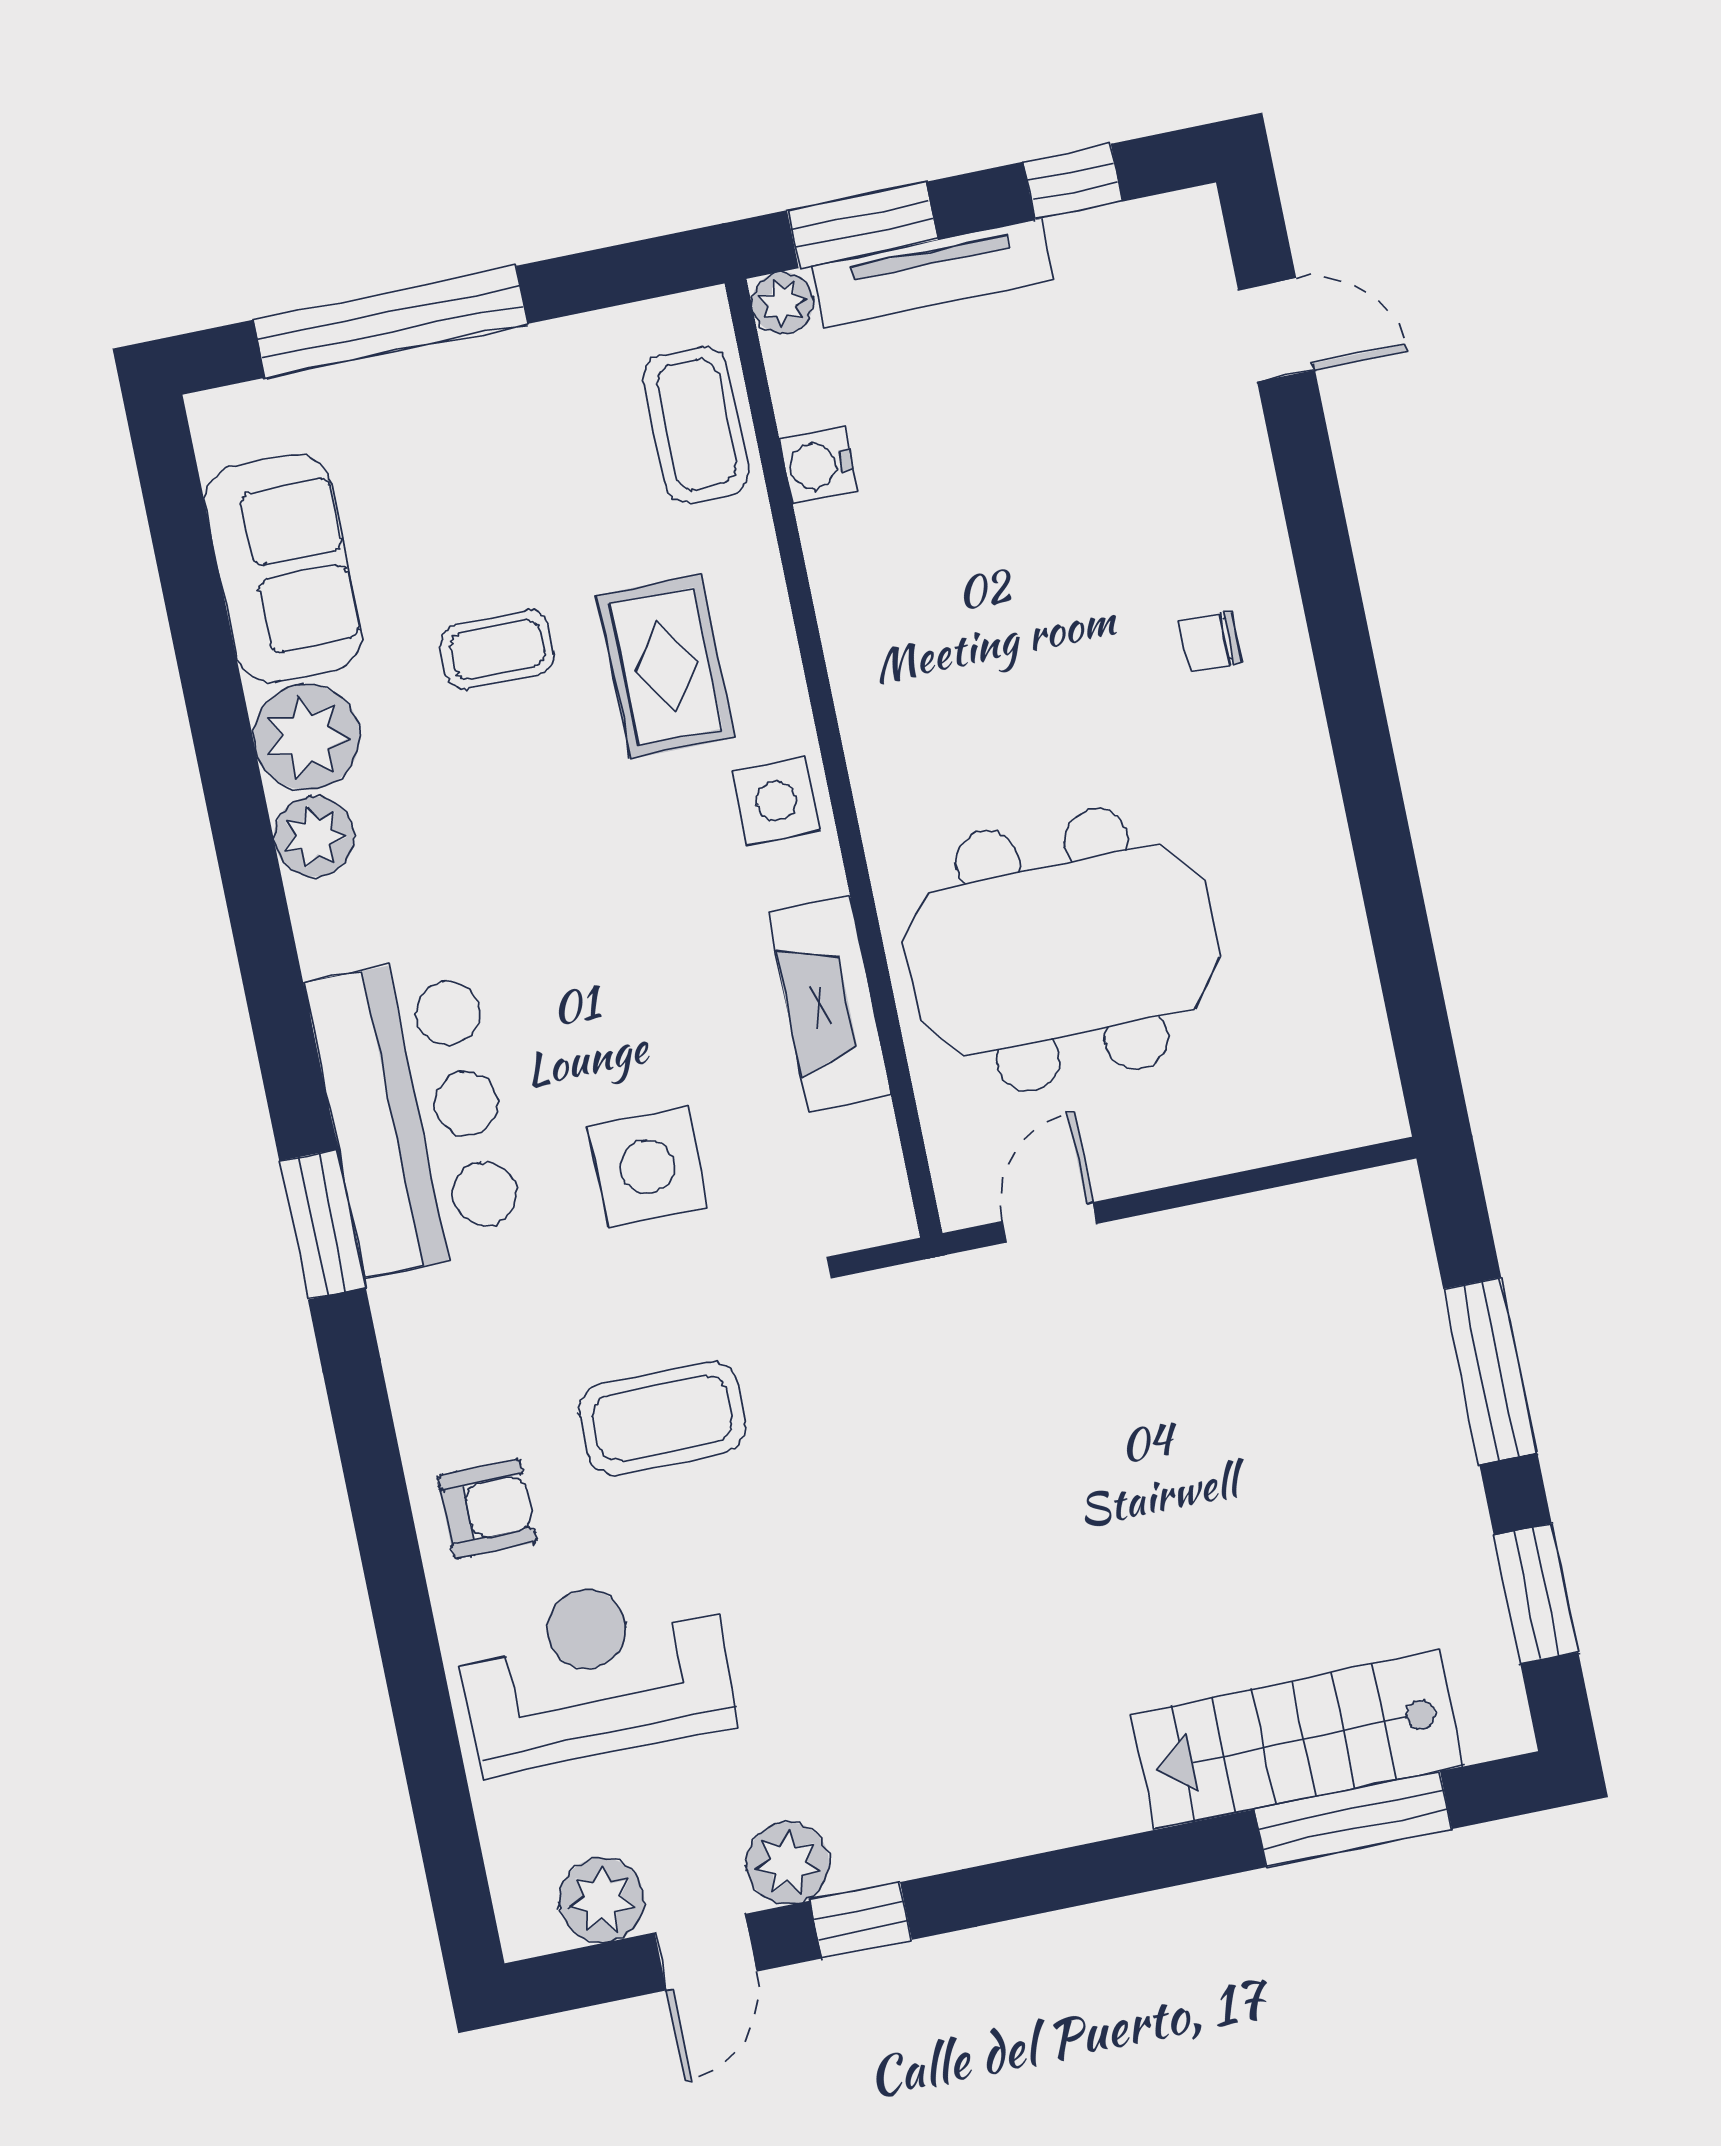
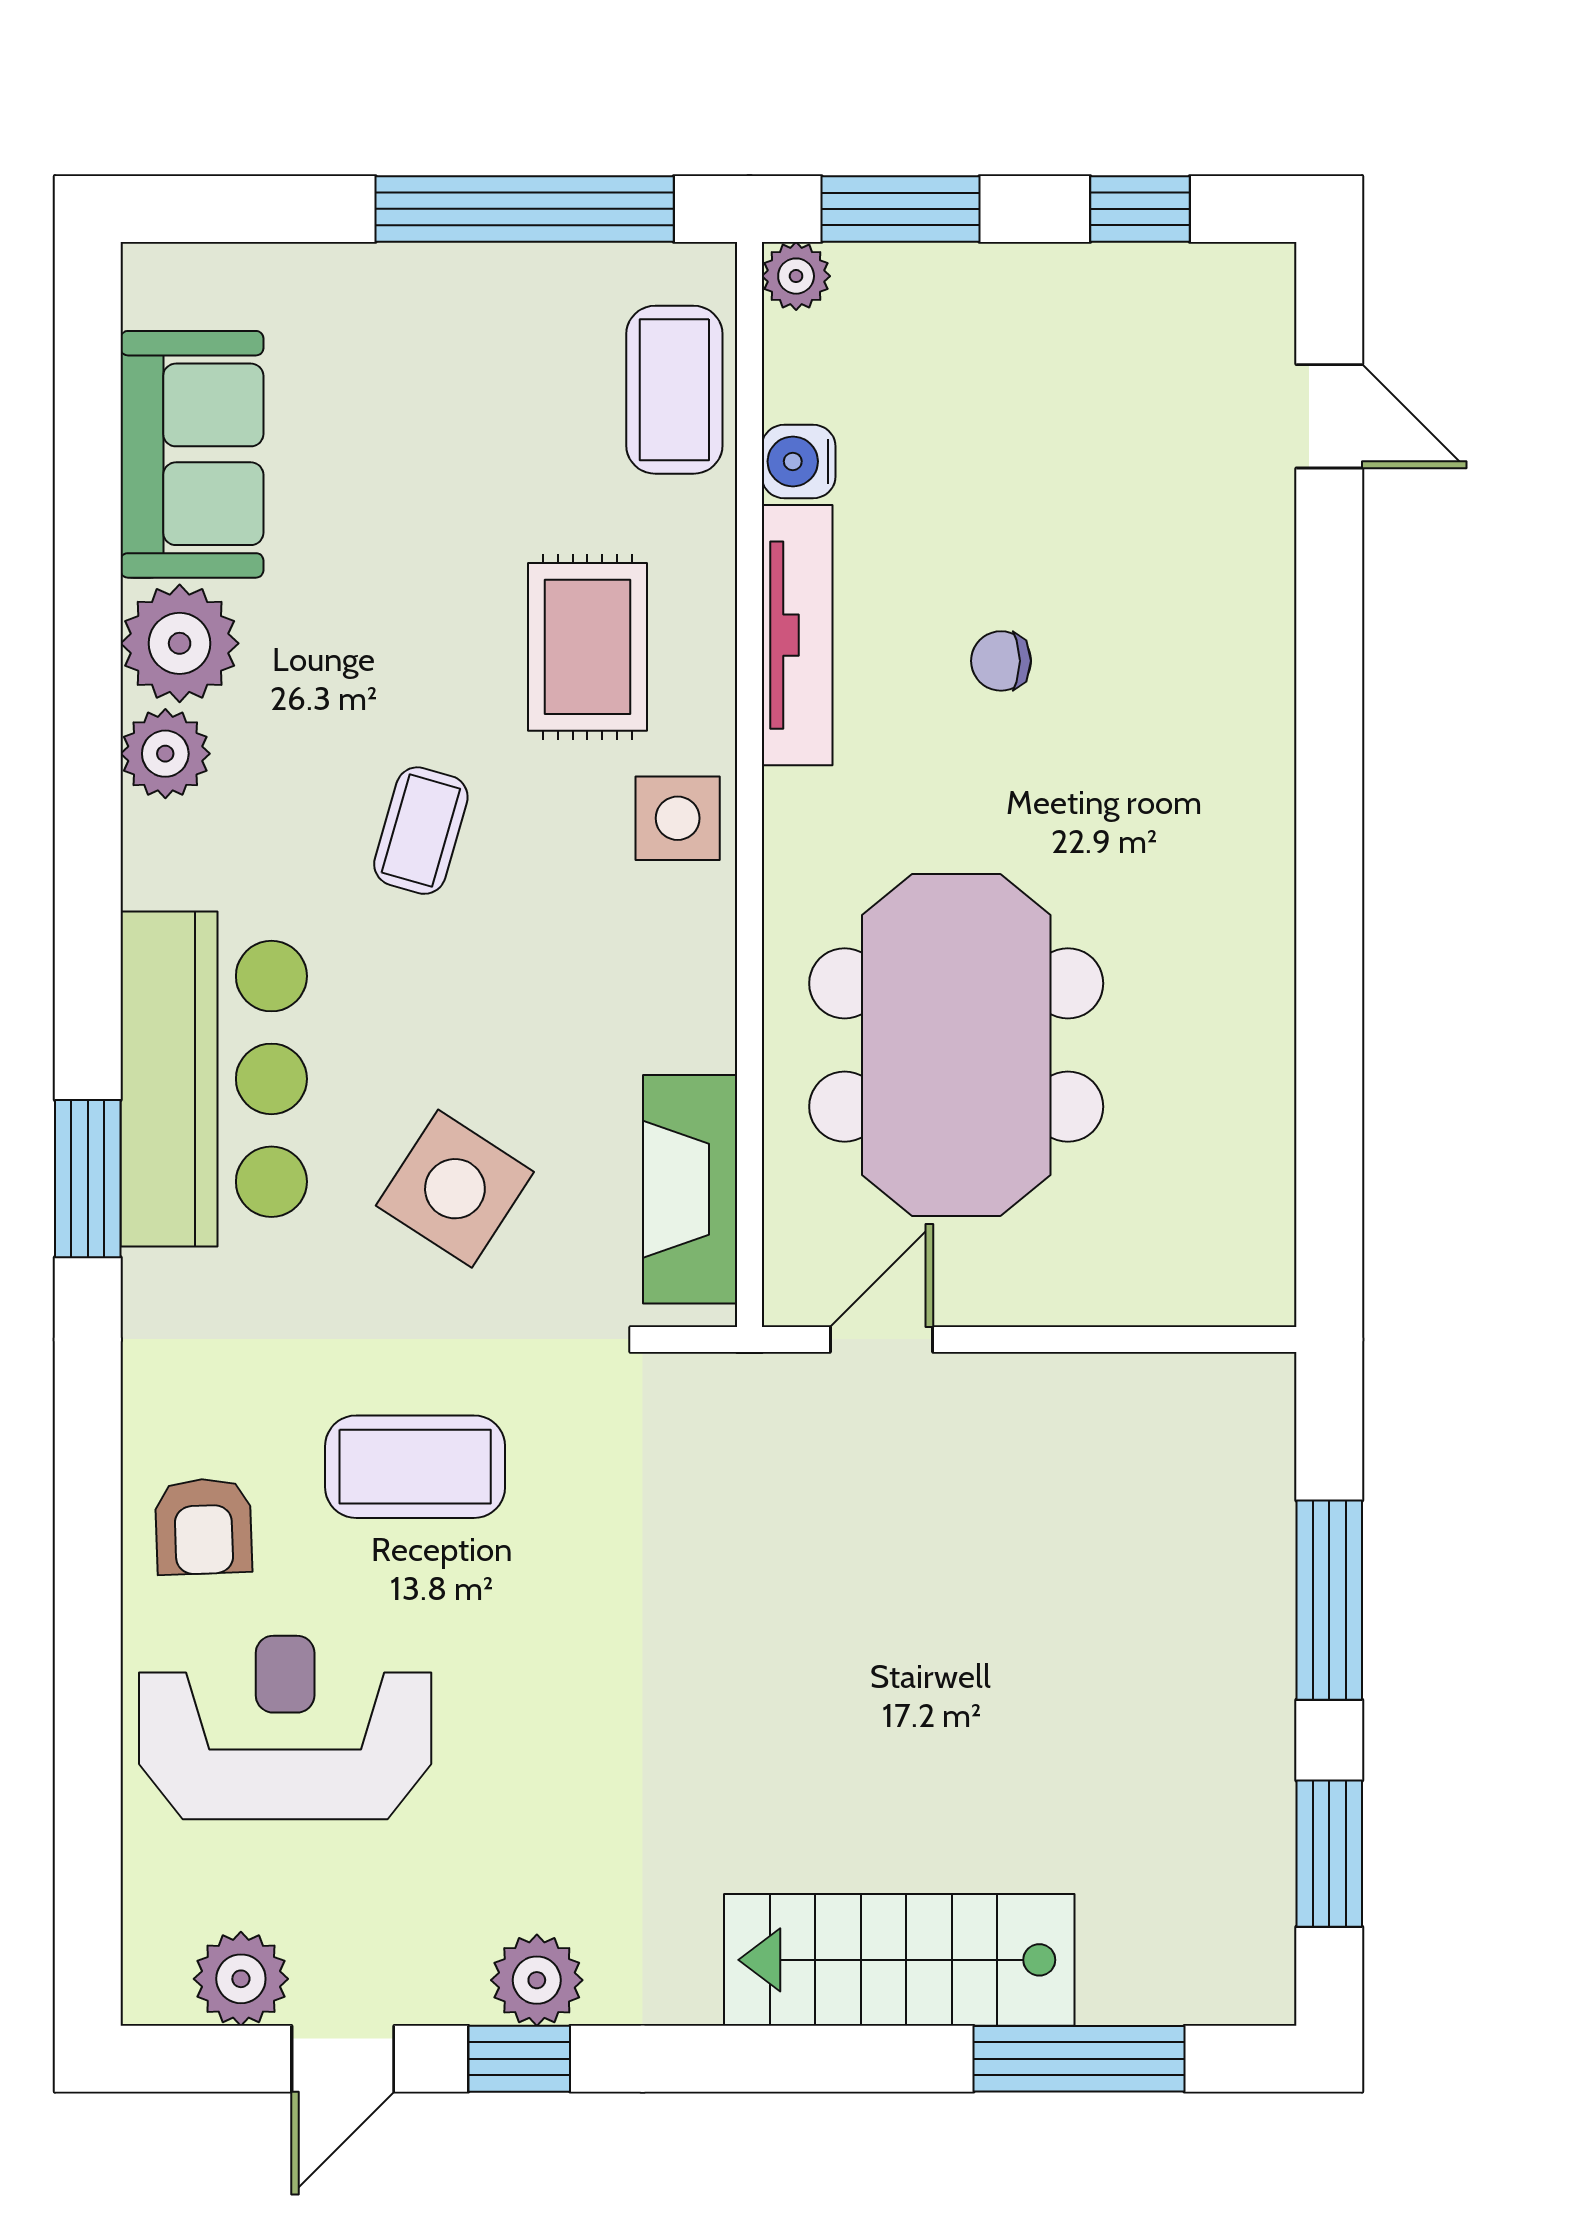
tv unit: (933, 273) -> (797, 635), moved, turned -90
window: (391, 322) -> (525, 209), moved
chair: (1211, 642) -> (1001, 661), moved
coffee table: (498, 650) -> (421, 831), moved, turned -74
meeting table: (1062, 950) -> (956, 1045), turned 90
fireplace: (830, 1005) -> (690, 1189), moved
side table: (647, 1167) -> (455, 1189), turned 33
armchair: (487, 1509) -> (204, 1526), turned 88
stairs: (1297, 1740) -> (899, 1960), moved
plant: (788, 1863) -> (537, 1980), moved

